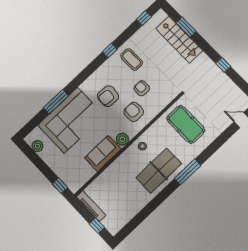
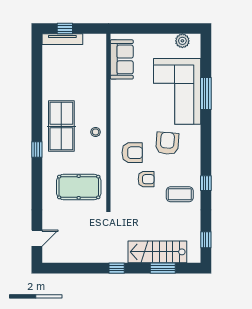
window: (223, 65) -> (117, 268), moved
plant: (122, 139) -> (118, 120), removed
sofa: (103, 153) -> (122, 59), moved
window: (187, 172) -> (37, 150), width x0.46
window: (60, 186) -> (129, 29), removed
tv unit: (91, 206) -> (62, 39), moved

